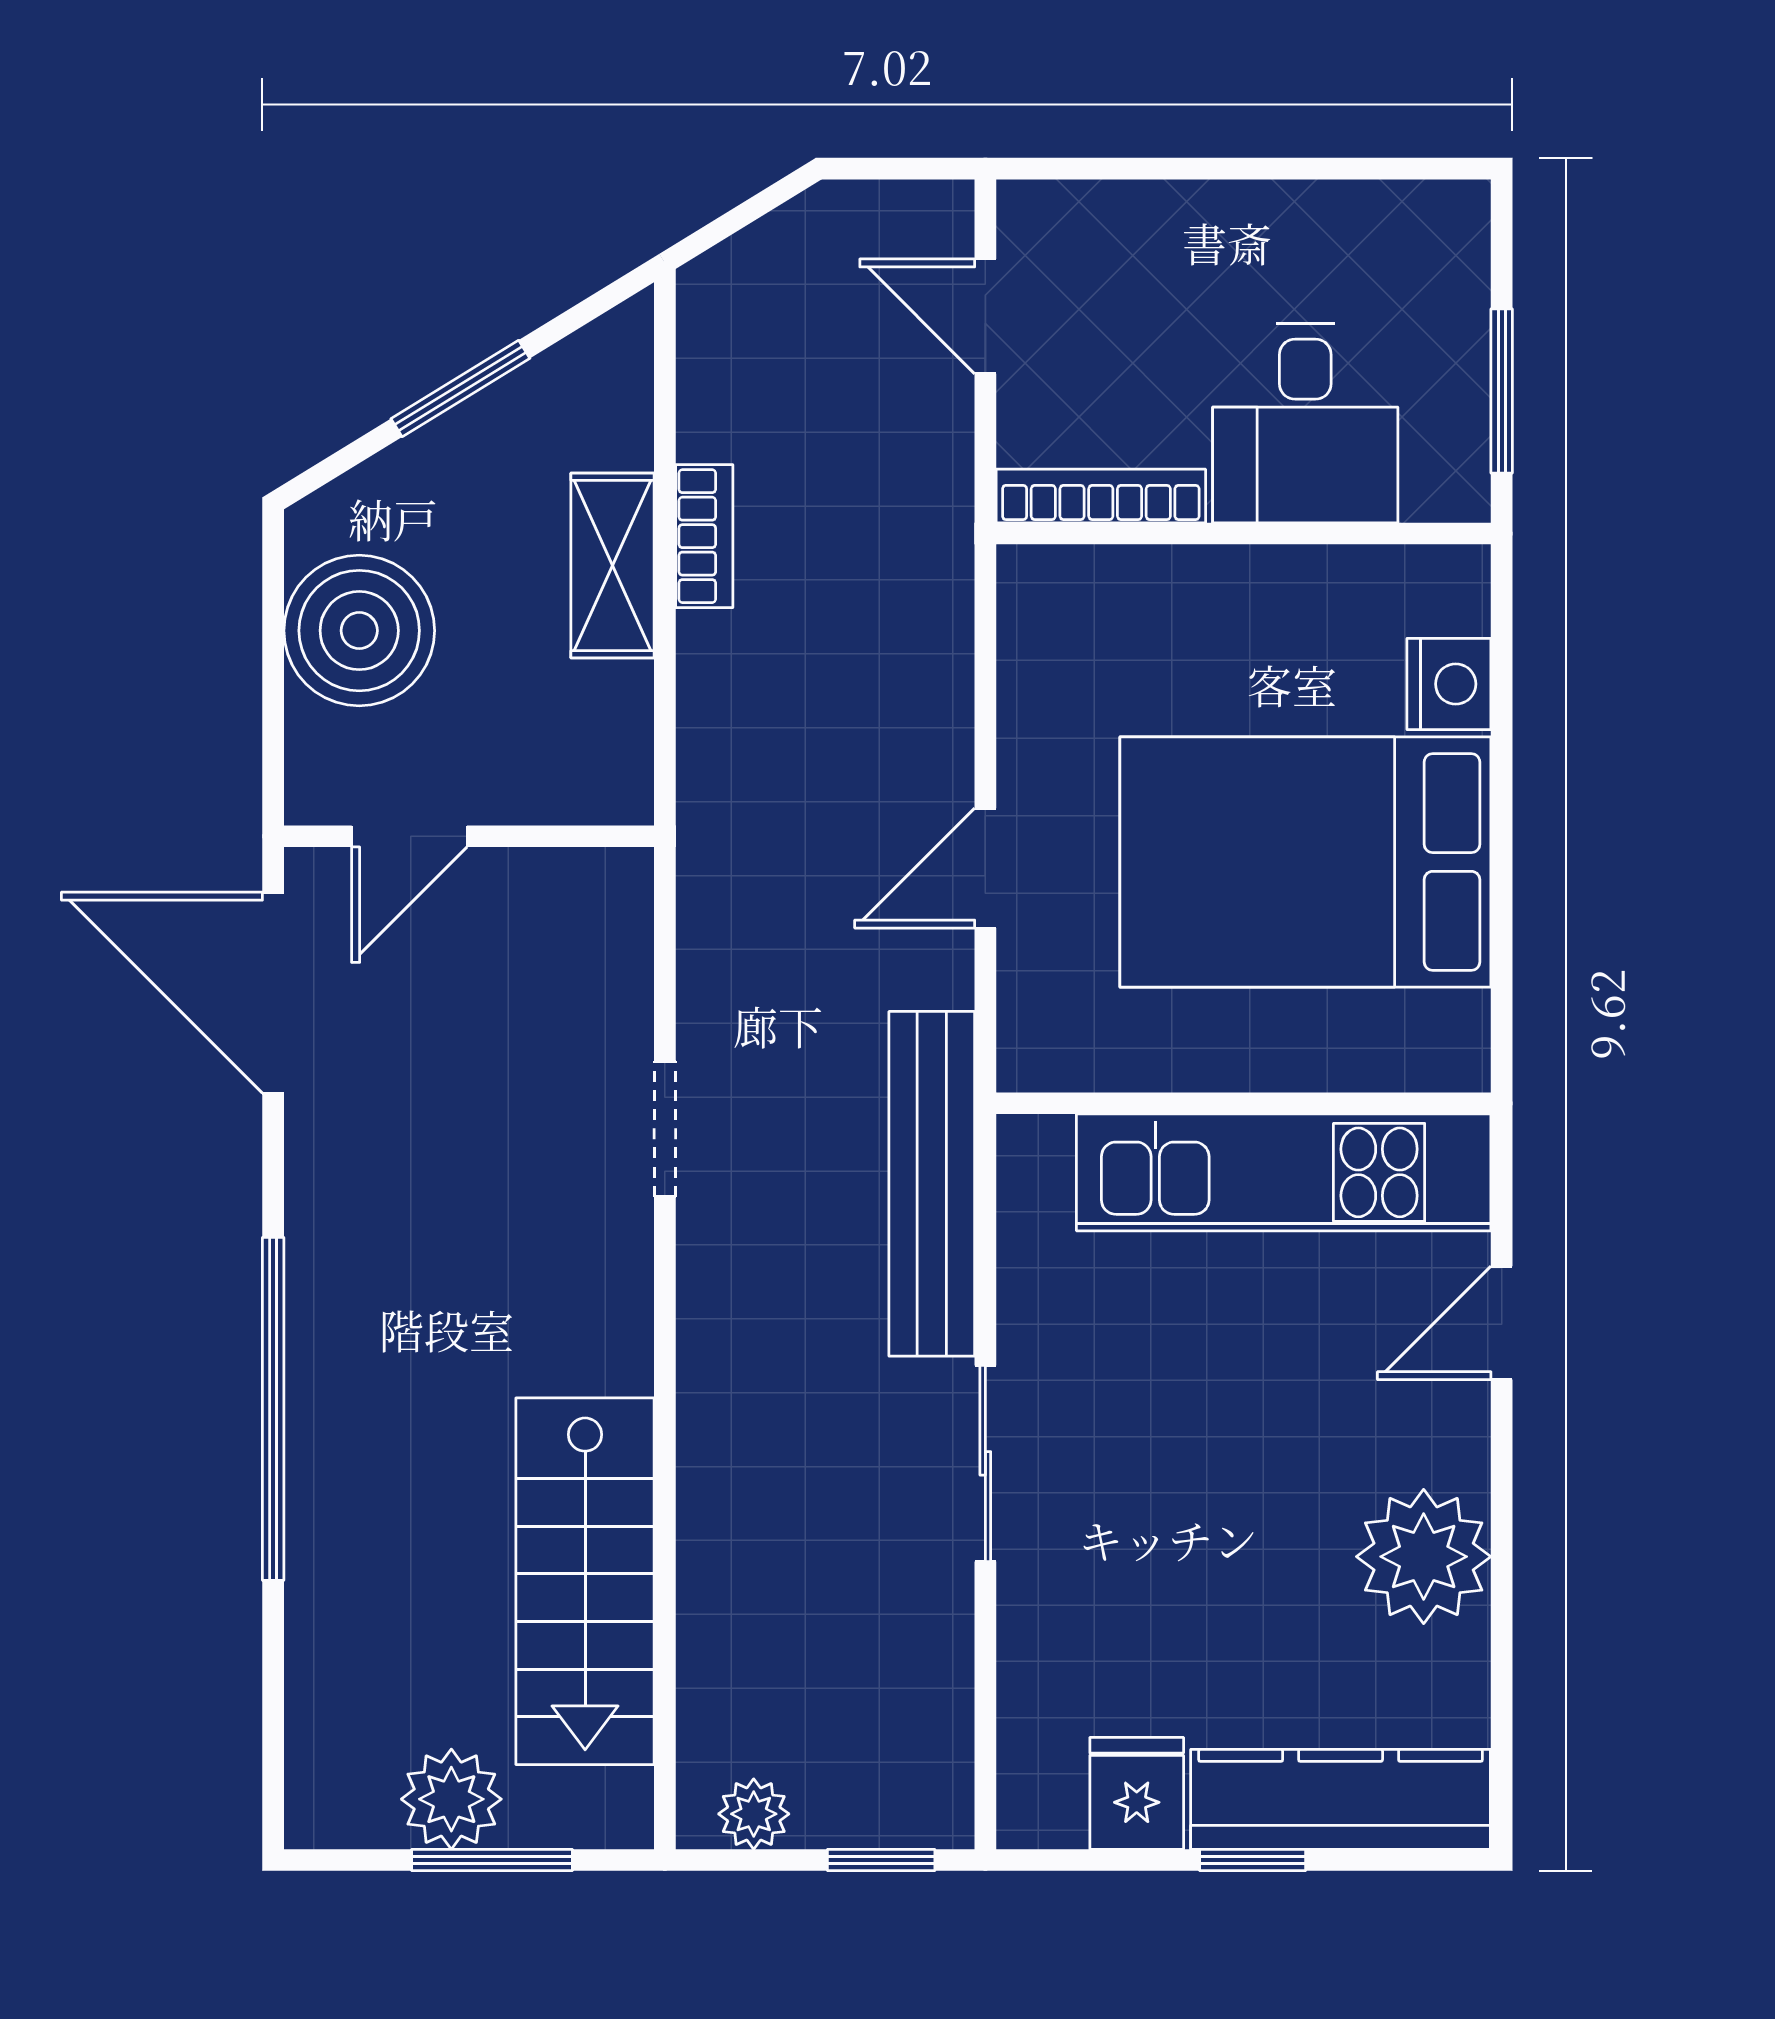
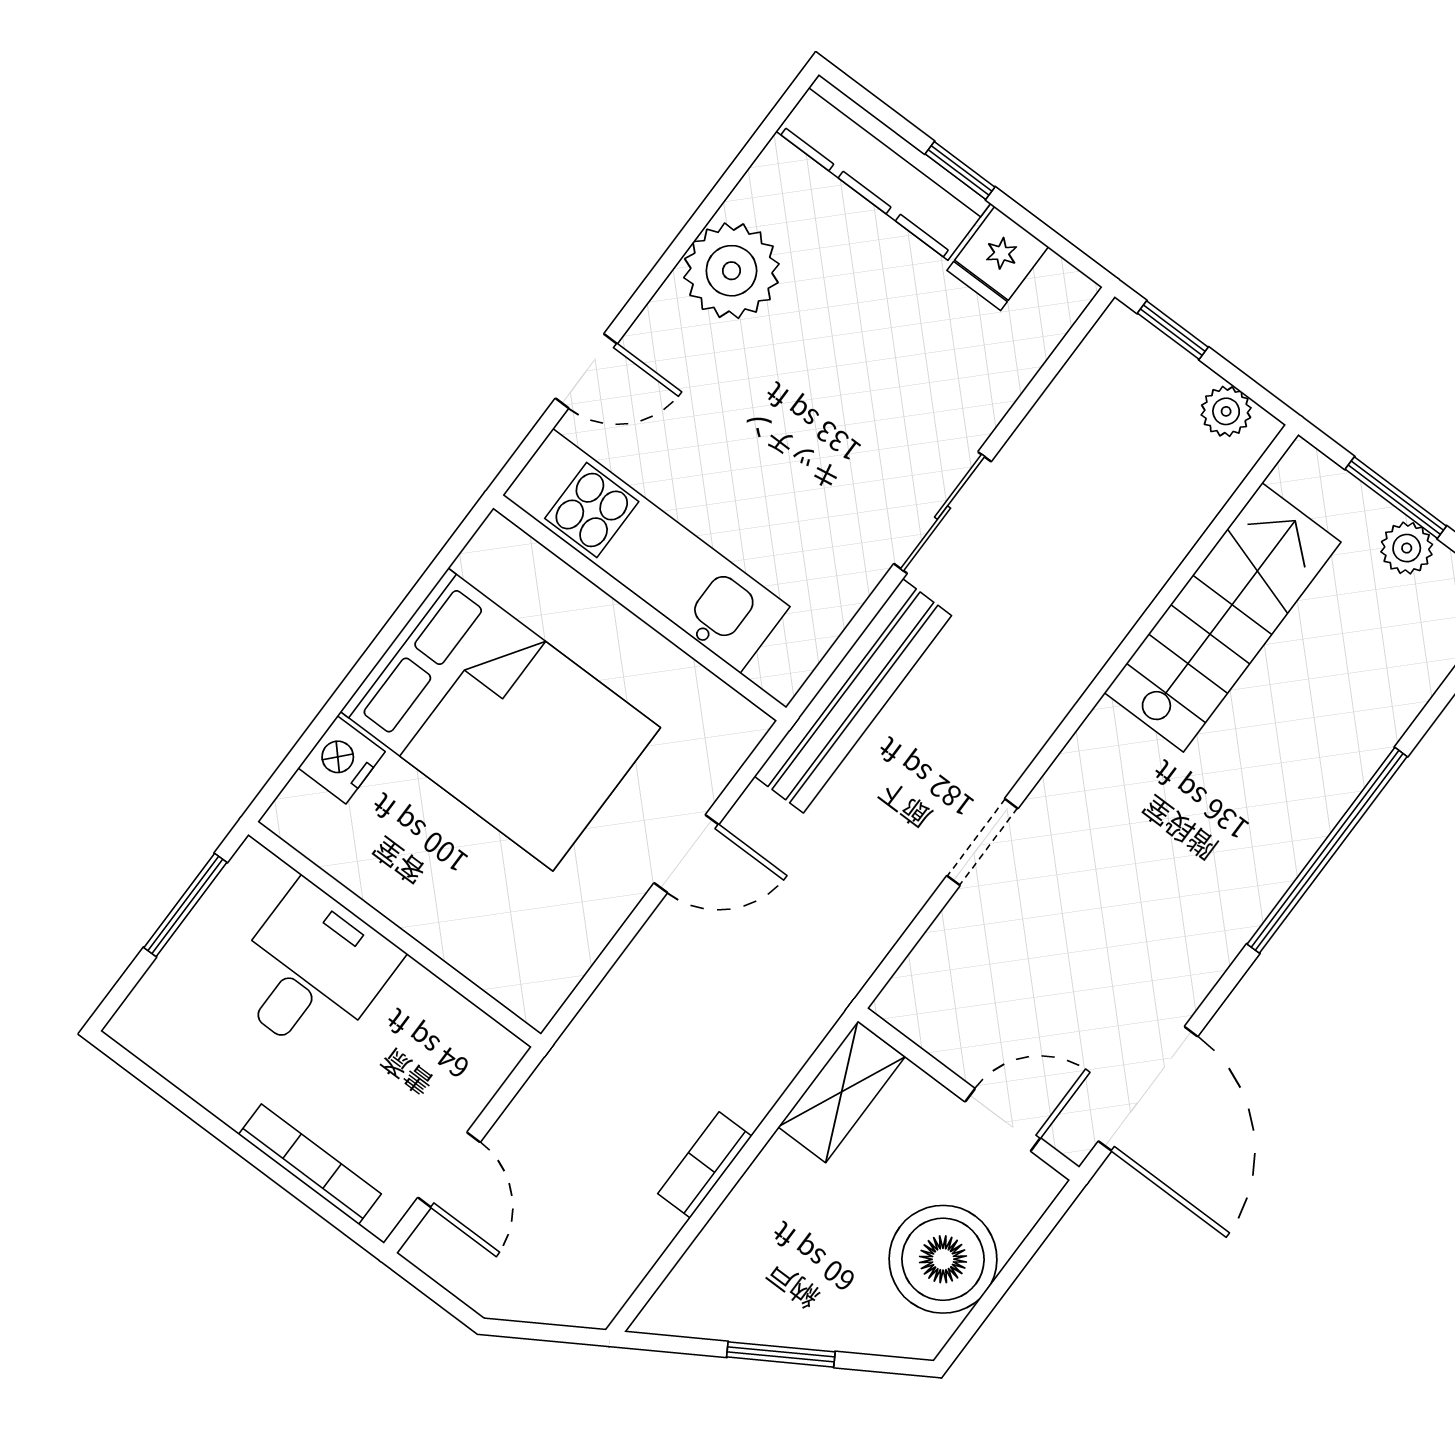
bookcase: (1101, 496) -> (310, 1164), moved, turned 180
shelving: (613, 565) -> (842, 1092), moved
plant: (451, 1799) -> (1407, 548), width x0.73, depth x0.73

